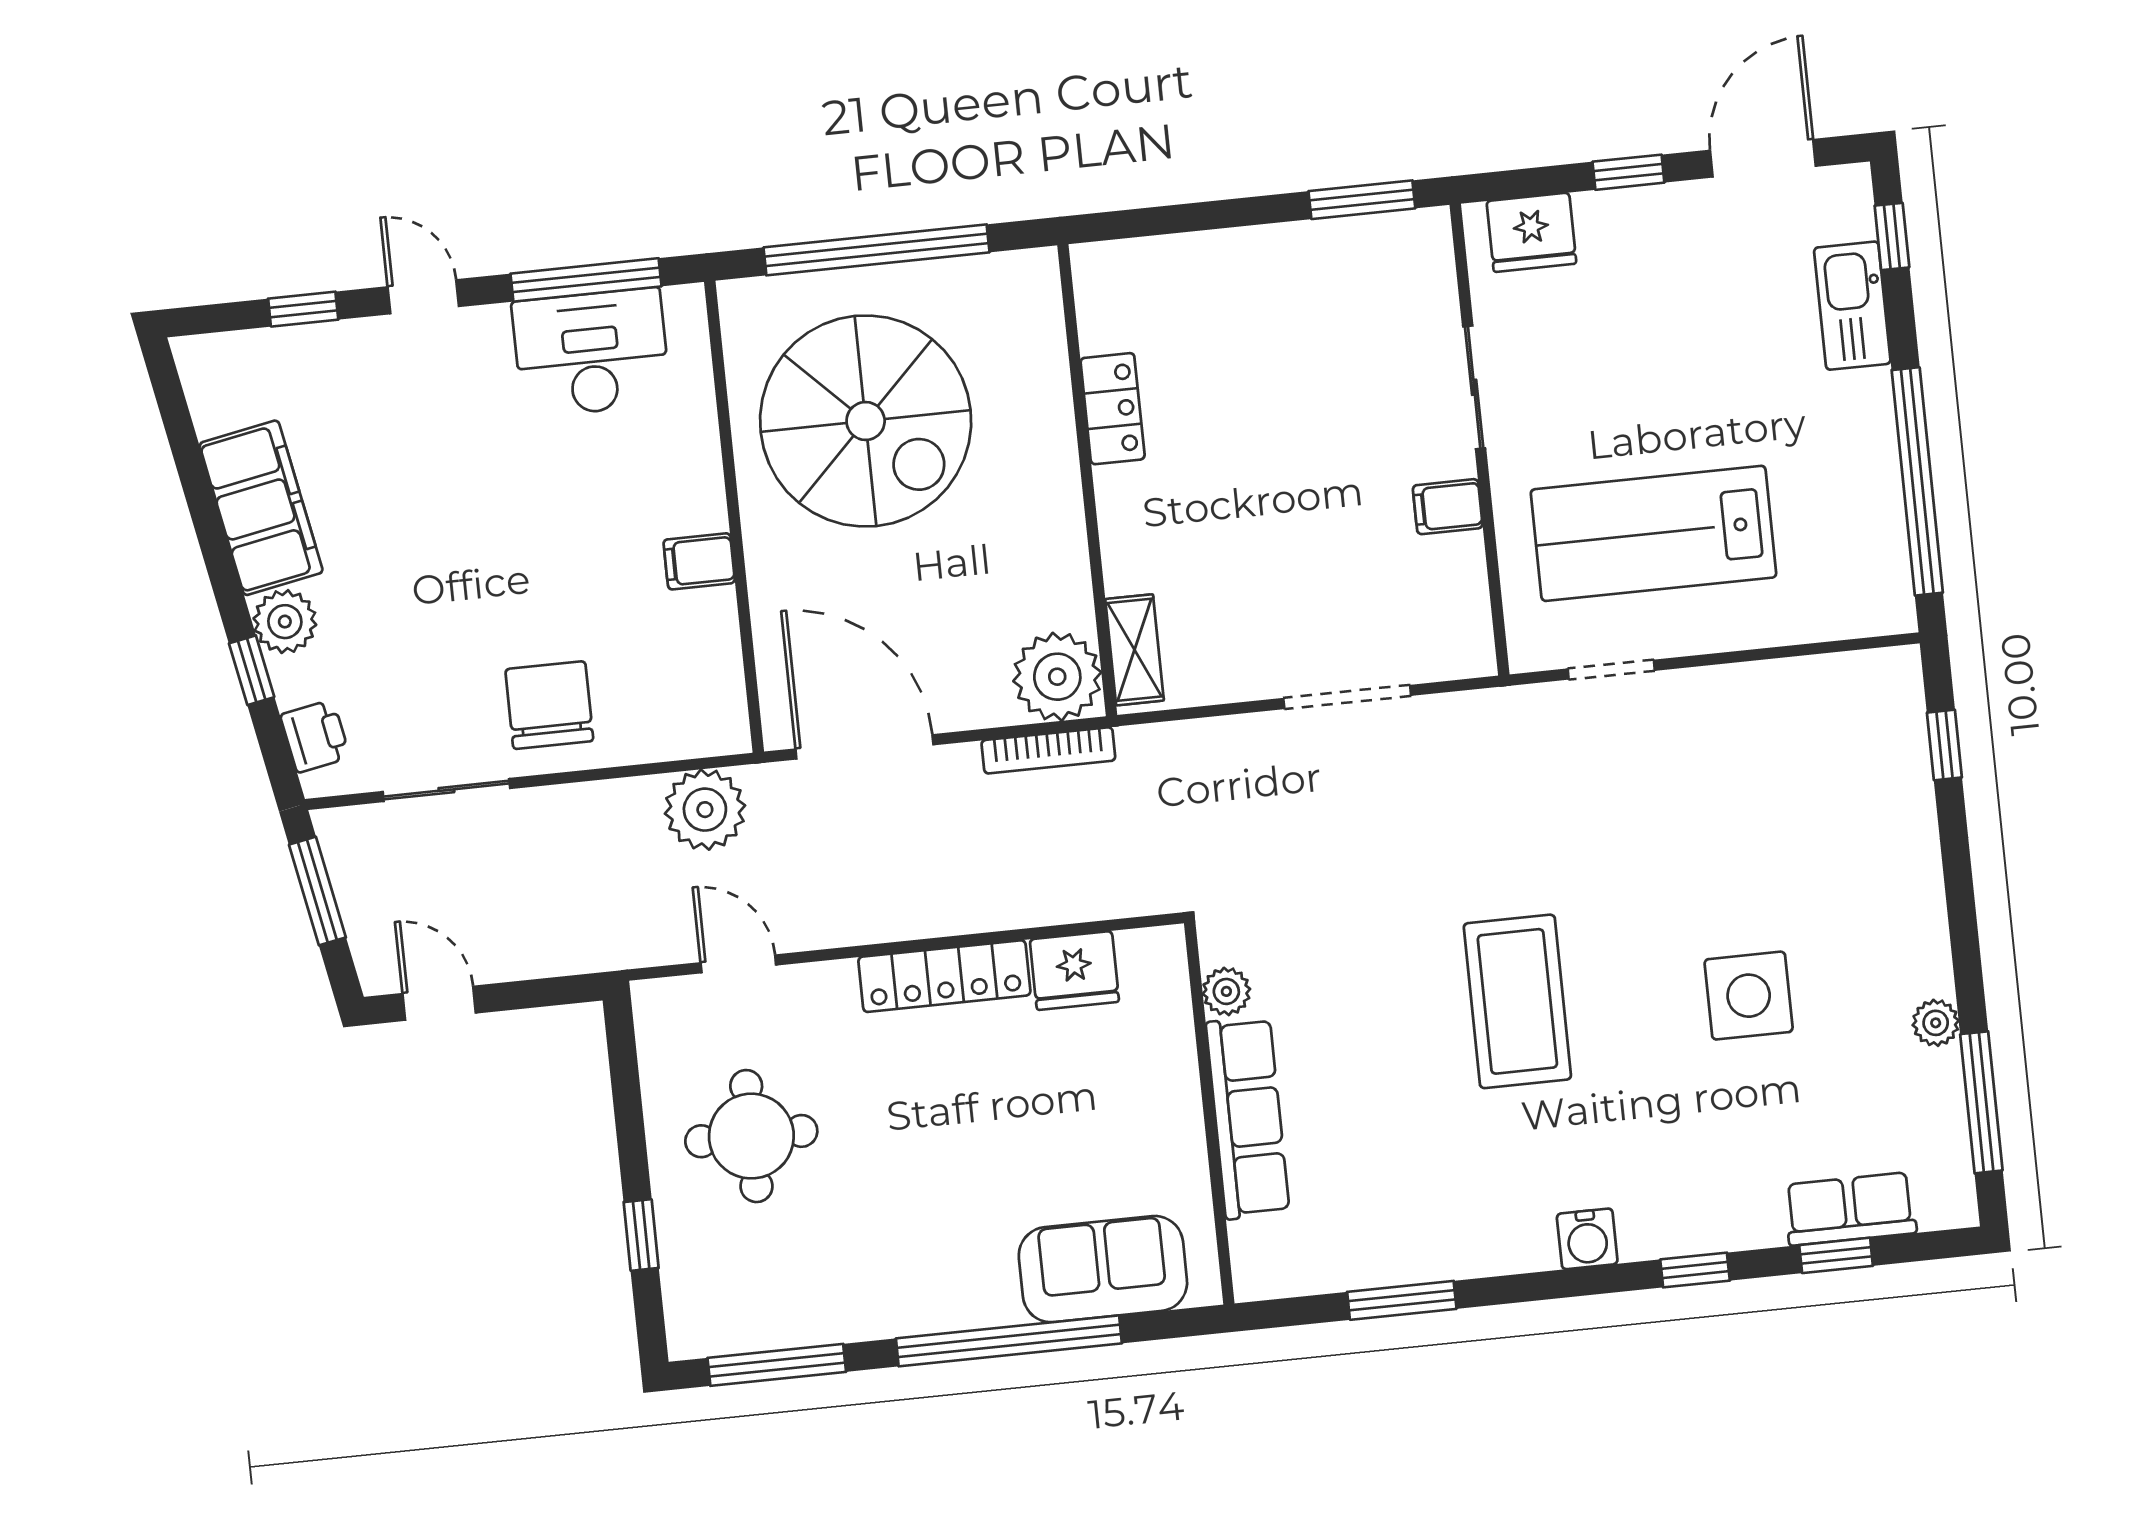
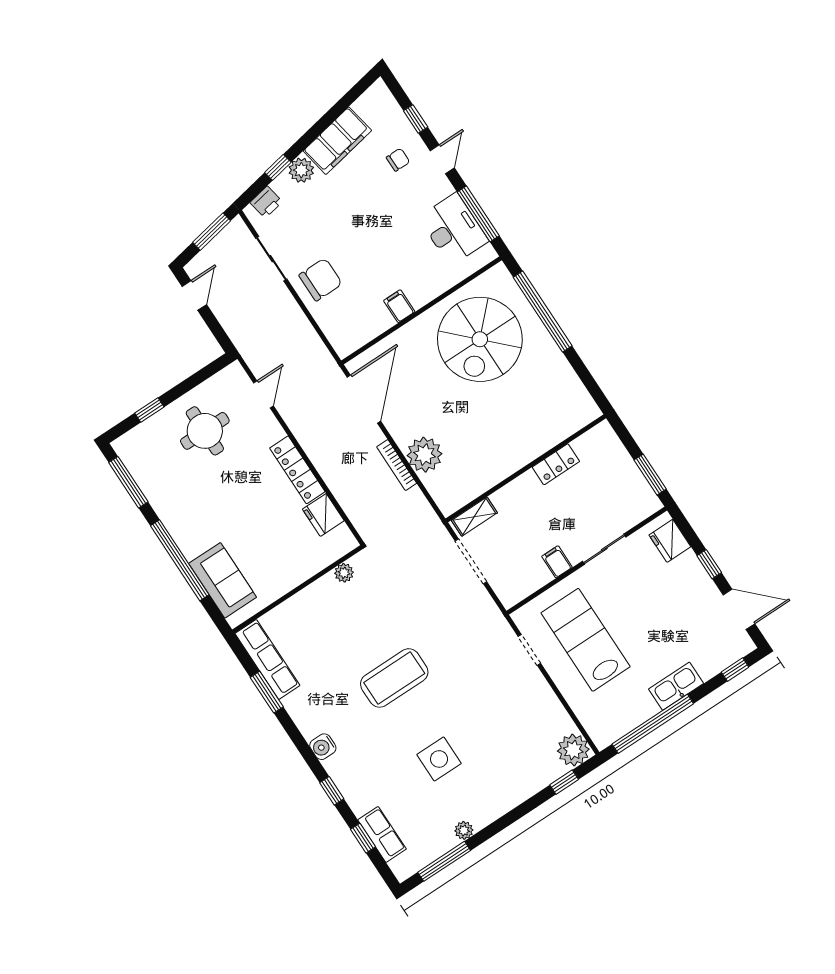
kitchen sink: (1852, 306) -> (676, 686), moved
chair: (373, 395) -> (398, 160), added
locker: (1113, 409) -> (556, 464), moved
wall: (1087, 480) -> (526, 468), moved
shelving: (1135, 650) -> (474, 517), moved
plant: (705, 810) -> (573, 750), moved
row of seats: (1248, 1118) -> (267, 660), moved, turned -90

